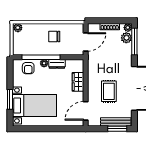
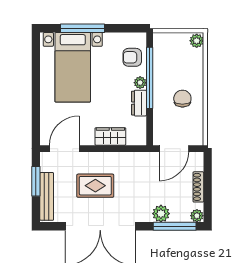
plant: (126, 38) -> (161, 214), moved
door: (86, 42) -> (174, 149), hinge flipped
window: (10, 99) -> (83, 28), width x1.44
door: (86, 111) -> (64, 149), hinge flipped
window: (117, 129) -> (36, 181), moved

